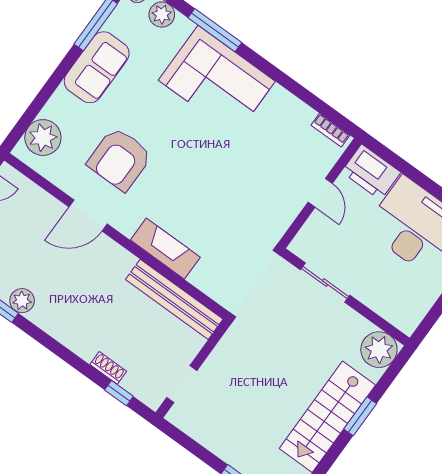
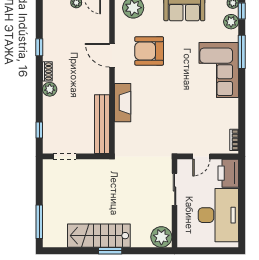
sliding door: (325, 283) -> (175, 189), moved
wall: (345, 297) -> (175, 203), moved
plant: (22, 301) -> (50, 89), moved
plant: (379, 350) -> (161, 237), moved
shoe rack: (108, 368) -> (47, 71), moved

